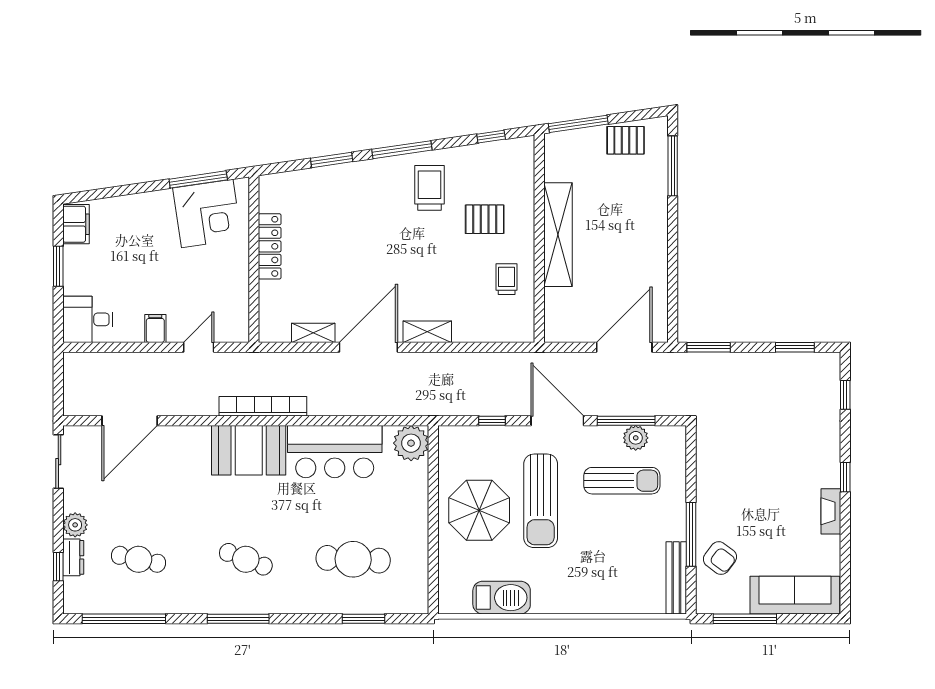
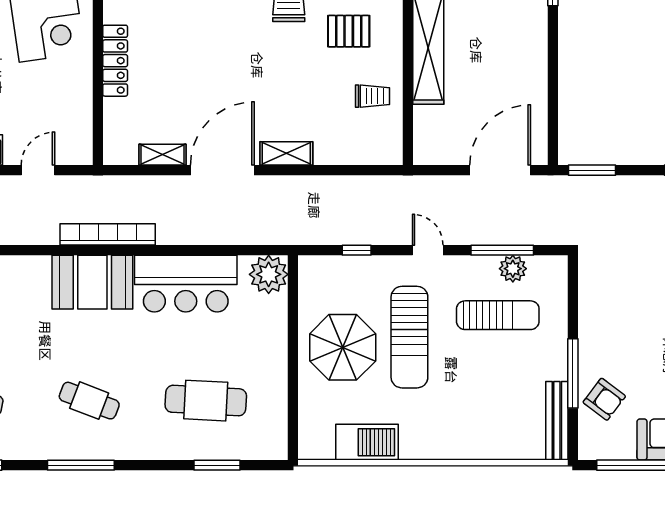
trolley: (507, 279) -> (372, 96), turned 90
door: (557, 421) -> (428, 250), width x0.53

